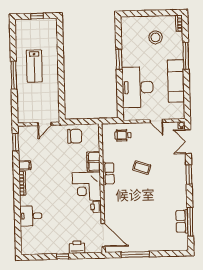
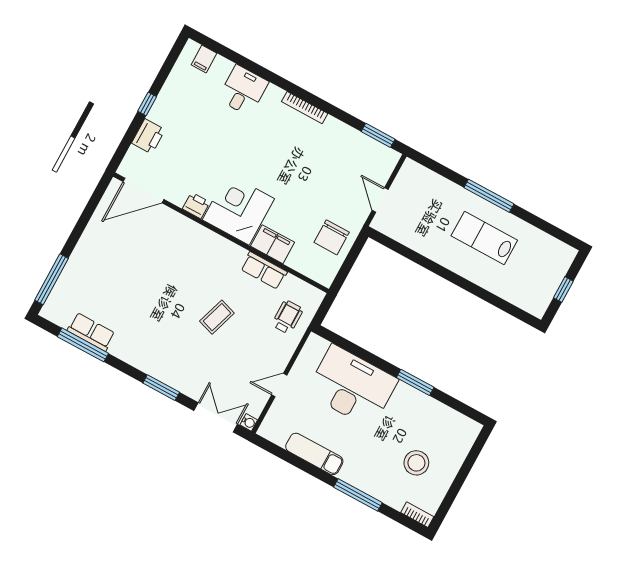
exam couch: (176, 81) -> (314, 454), width x0.73, depth x0.69
filing cabinet: (25, 165) -> (204, 59), moved
row of seats: (108, 173) -> (264, 271), moved
window: (135, 254) -> (52, 279), moved

